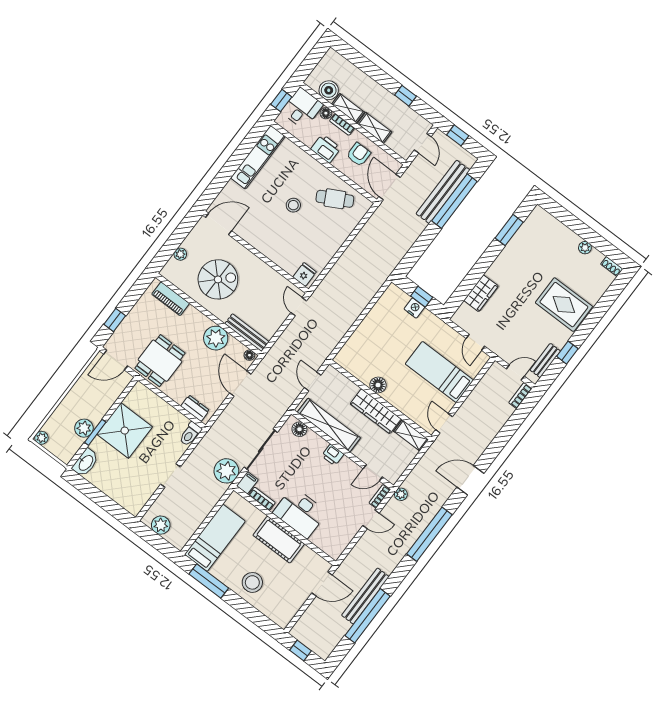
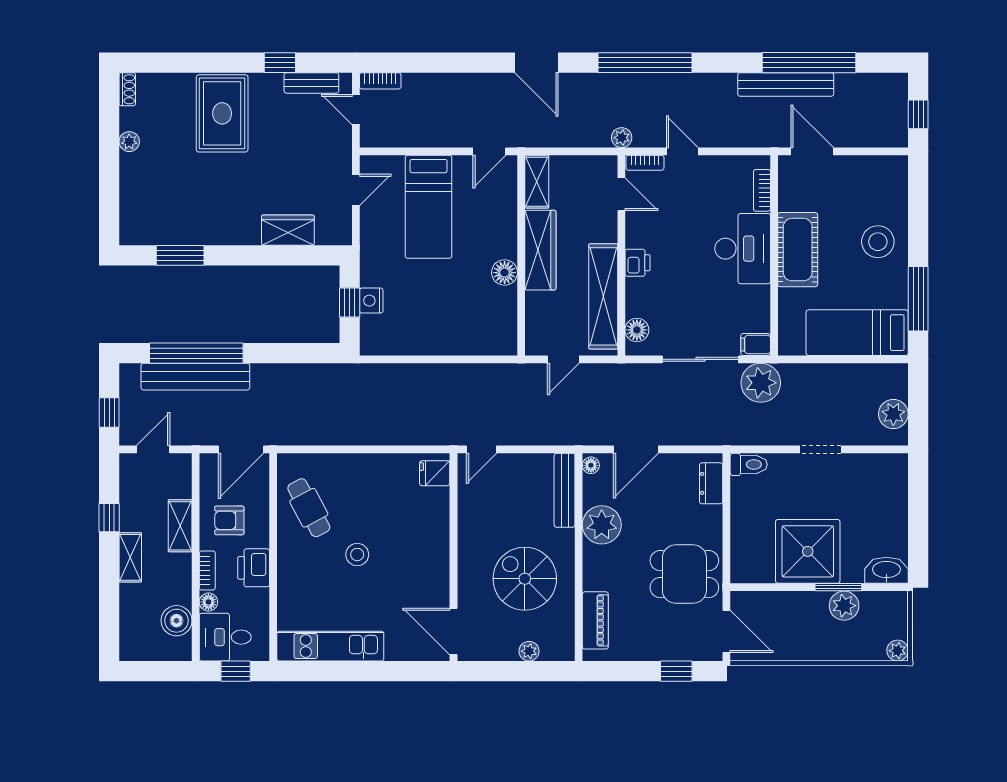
shelving: (348, 108) -> (130, 557), moved
bookcase: (262, 499) -> (762, 190), moved

